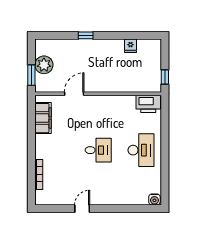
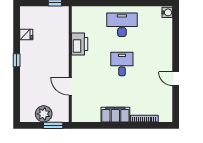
window: (86, 35) -> (17, 60), moved
printer: (148, 104) -> (80, 44), moved
filing cabinet: (43, 118) -> (115, 115), moved

